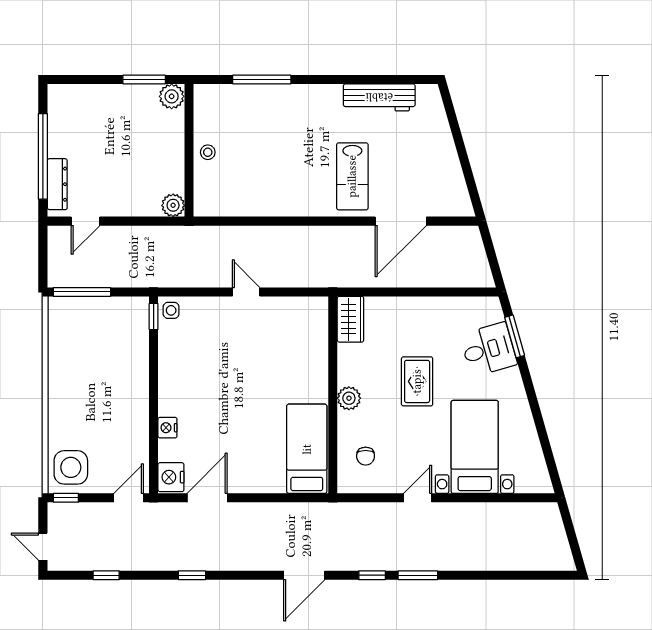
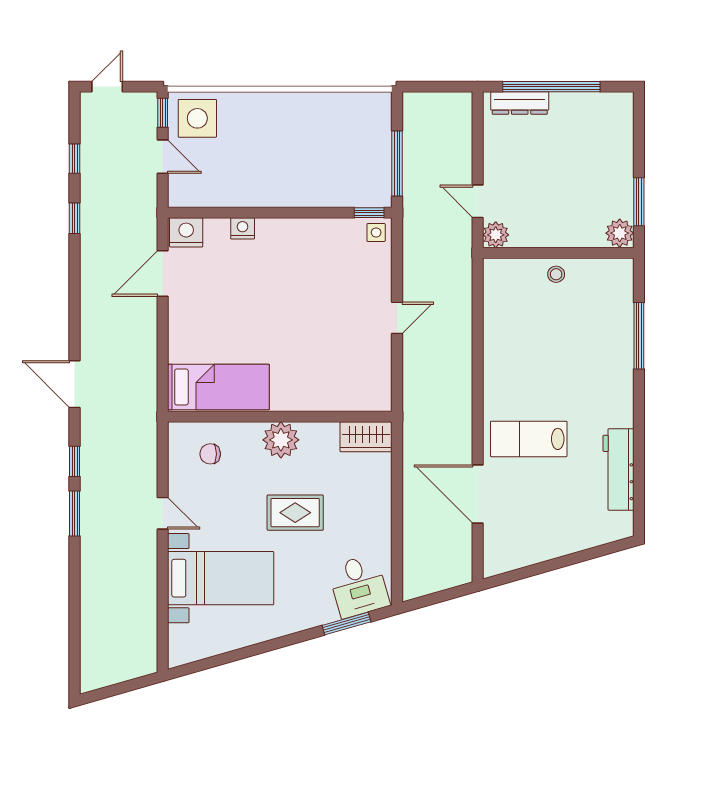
door: (86, 221) -> (478, 201), moved
window: (82, 292) -> (397, 164), moved
desk: (488, 349) -> (359, 586), moved
plant: (349, 398) -> (281, 440), width x1.36, depth x1.36
door: (129, 498) -> (163, 157), moved
door: (207, 498) -> (163, 274), swing flipped
window: (192, 575) -> (75, 218), moved

